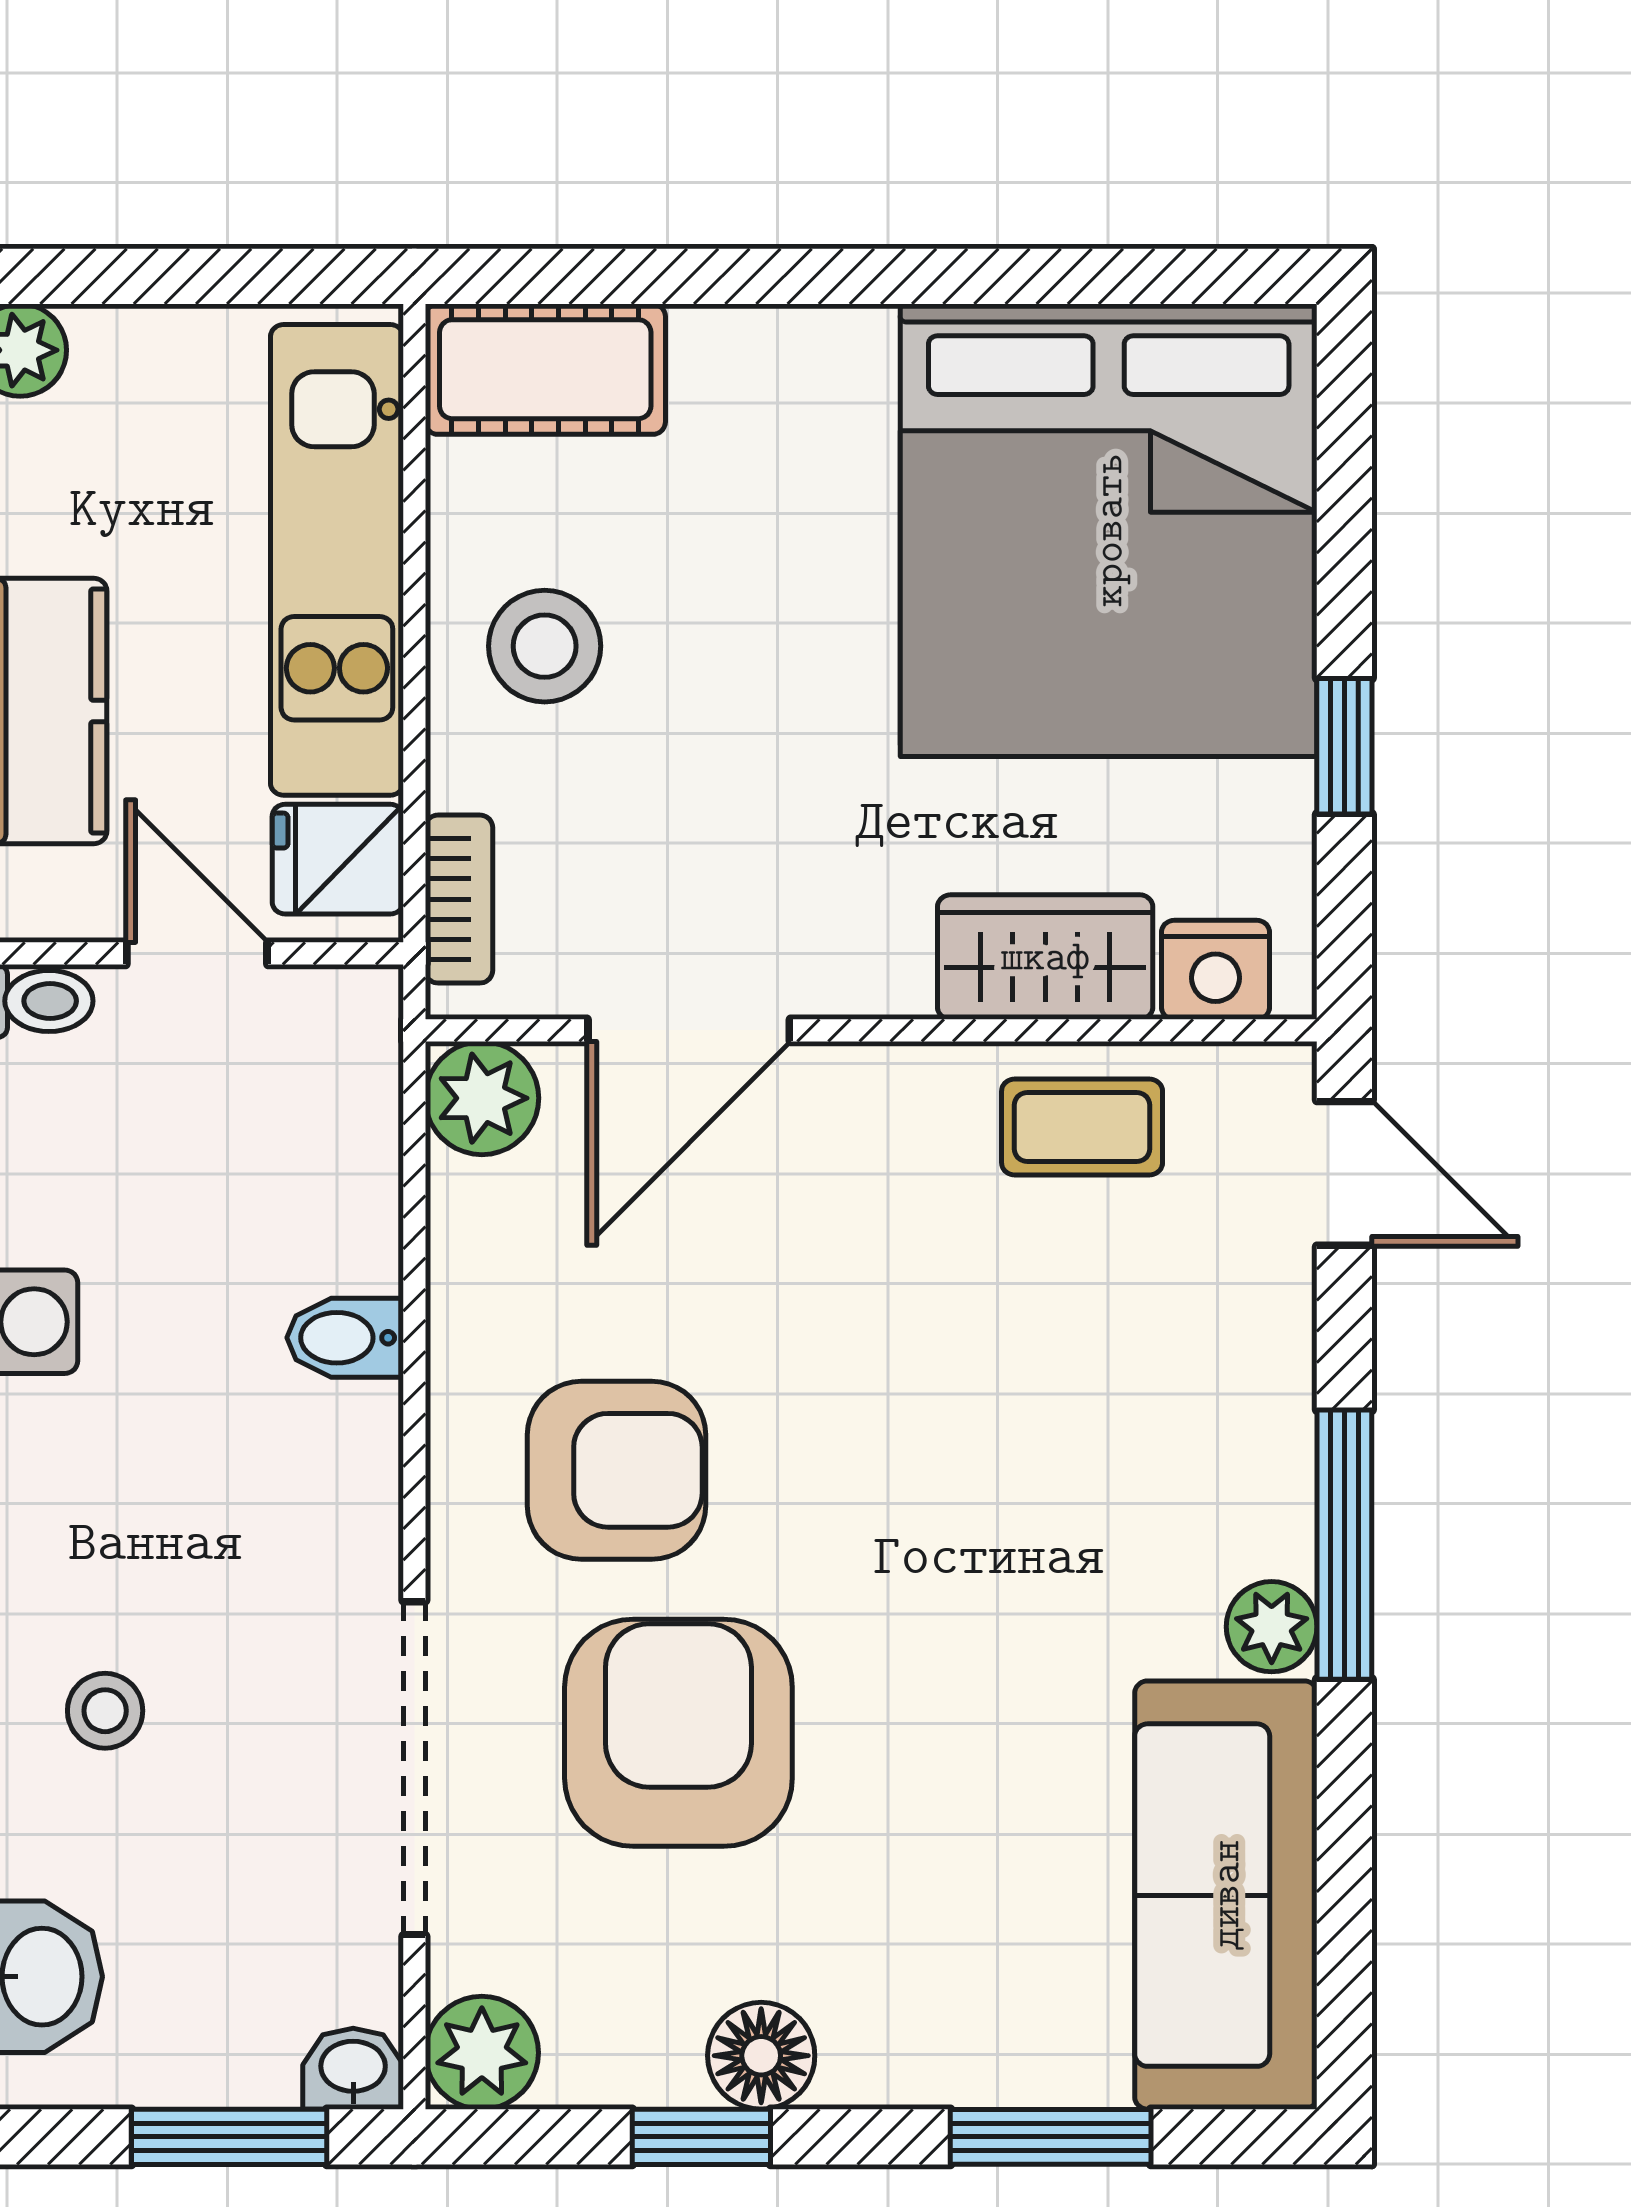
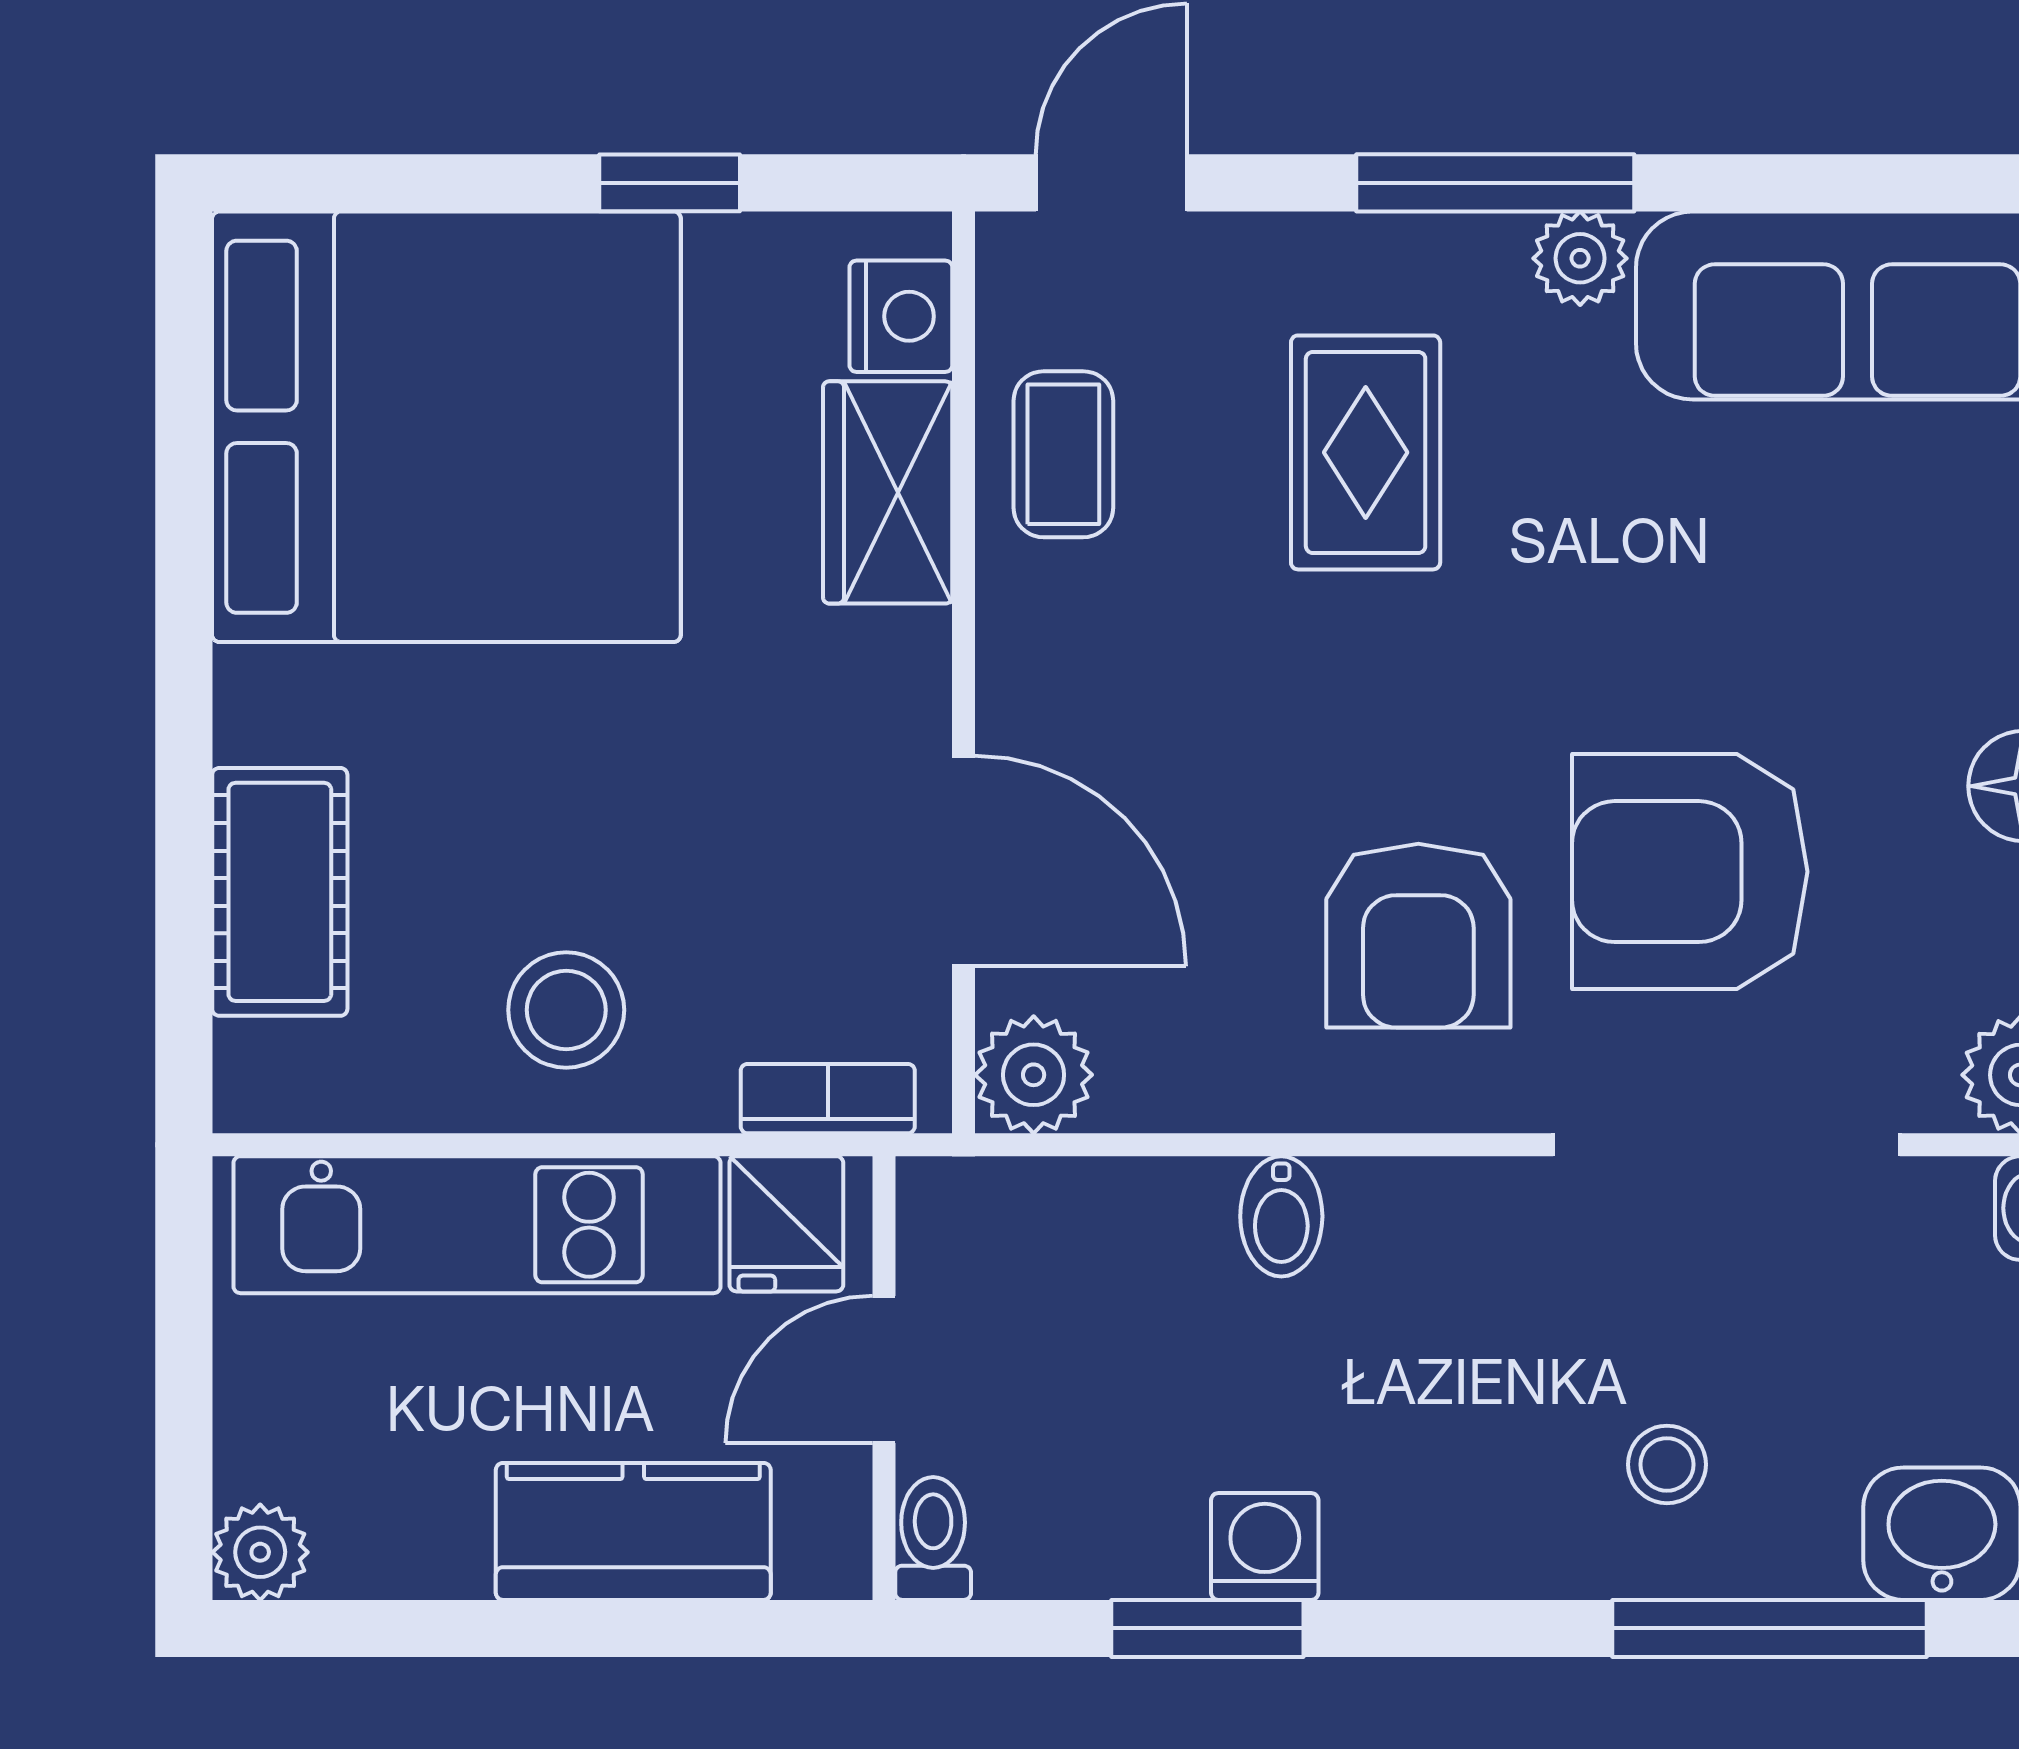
cot: (545, 369) -> (280, 892), moved
rug: (1084, 1419) -> (1366, 452), added
armchair: (617, 1470) -> (1418, 936), turned 180

